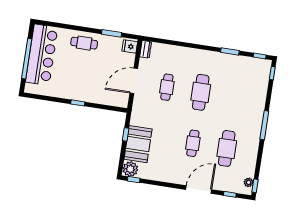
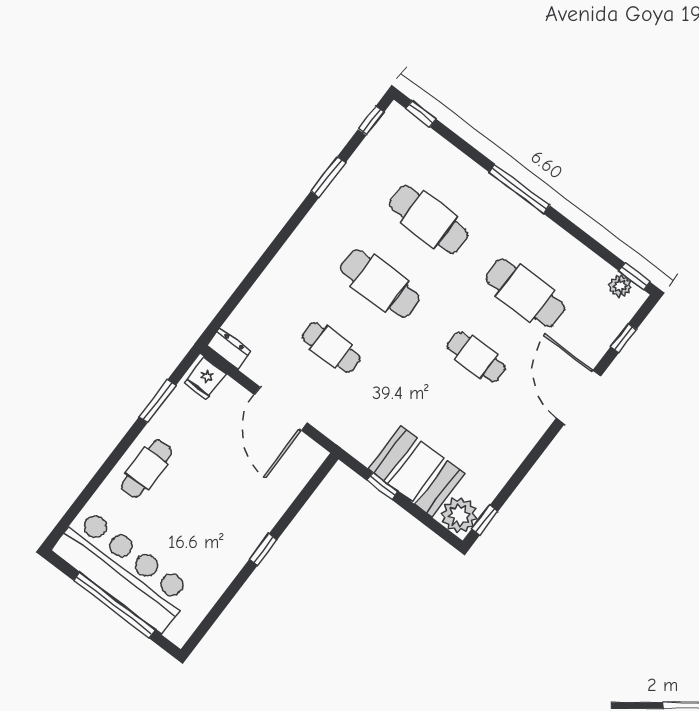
cafe table: (234, 98) -> (429, 219), added

